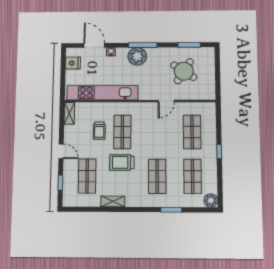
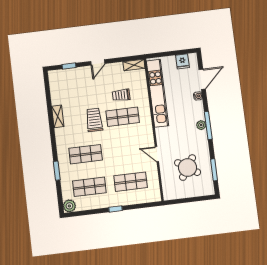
plant: (137, 56) -> (201, 125), width x0.53, depth x0.53
shop shelf: (87, 176) -> (78, 90), removed

